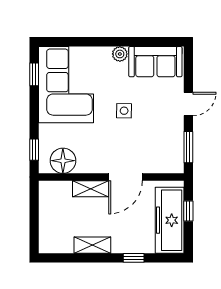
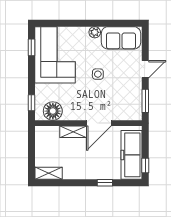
window: (188, 211) -> (145, 165), moved
shelving: (92, 245) -> (49, 173), moved

